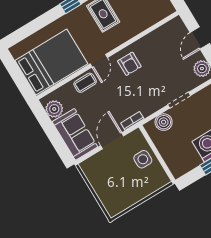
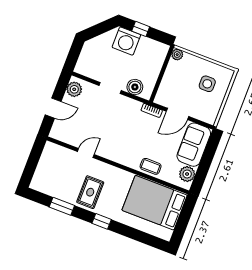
door: (99, 61) -> (86, 153), moved
armchair: (129, 64) -> (112, 145), removed
side table: (143, 159) -> (207, 84), moved
plant: (163, 180) -> (177, 55), added

